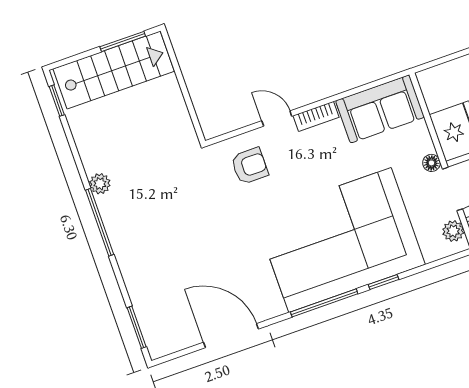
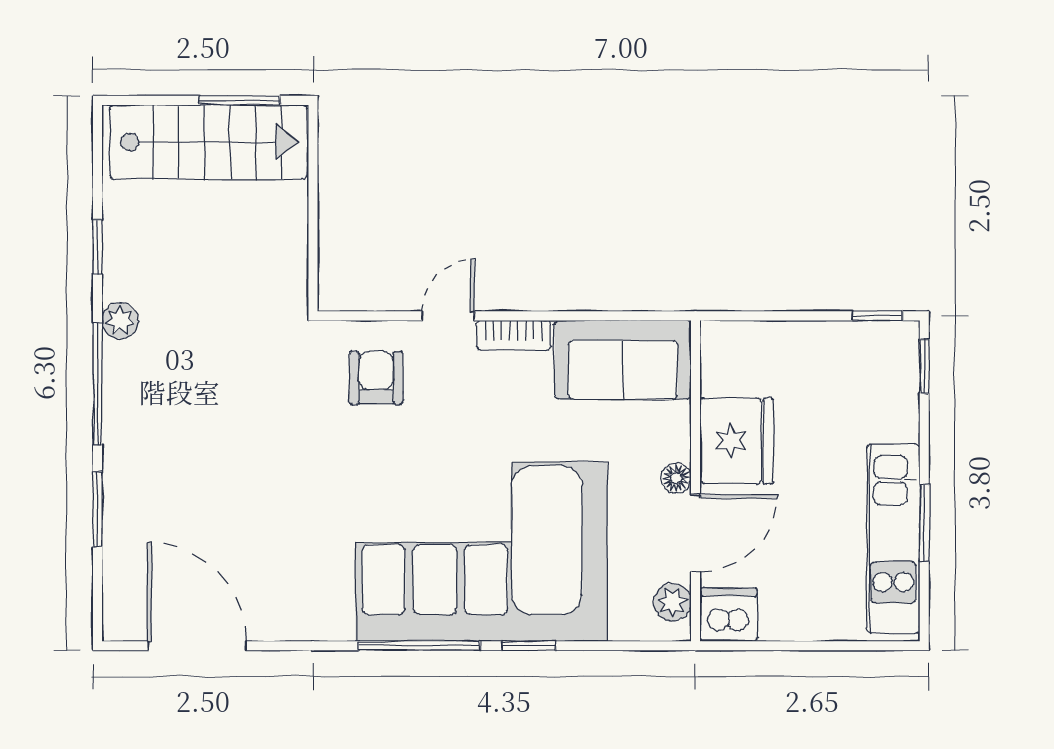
window: (57, 101) -> (97, 247), moved
door: (277, 118) -> (448, 316), hinge flipped
armchair: (250, 166) -> (376, 378), turned -90
window: (137, 327) -> (97, 509), moved
door: (231, 336) -> (197, 646), moved

